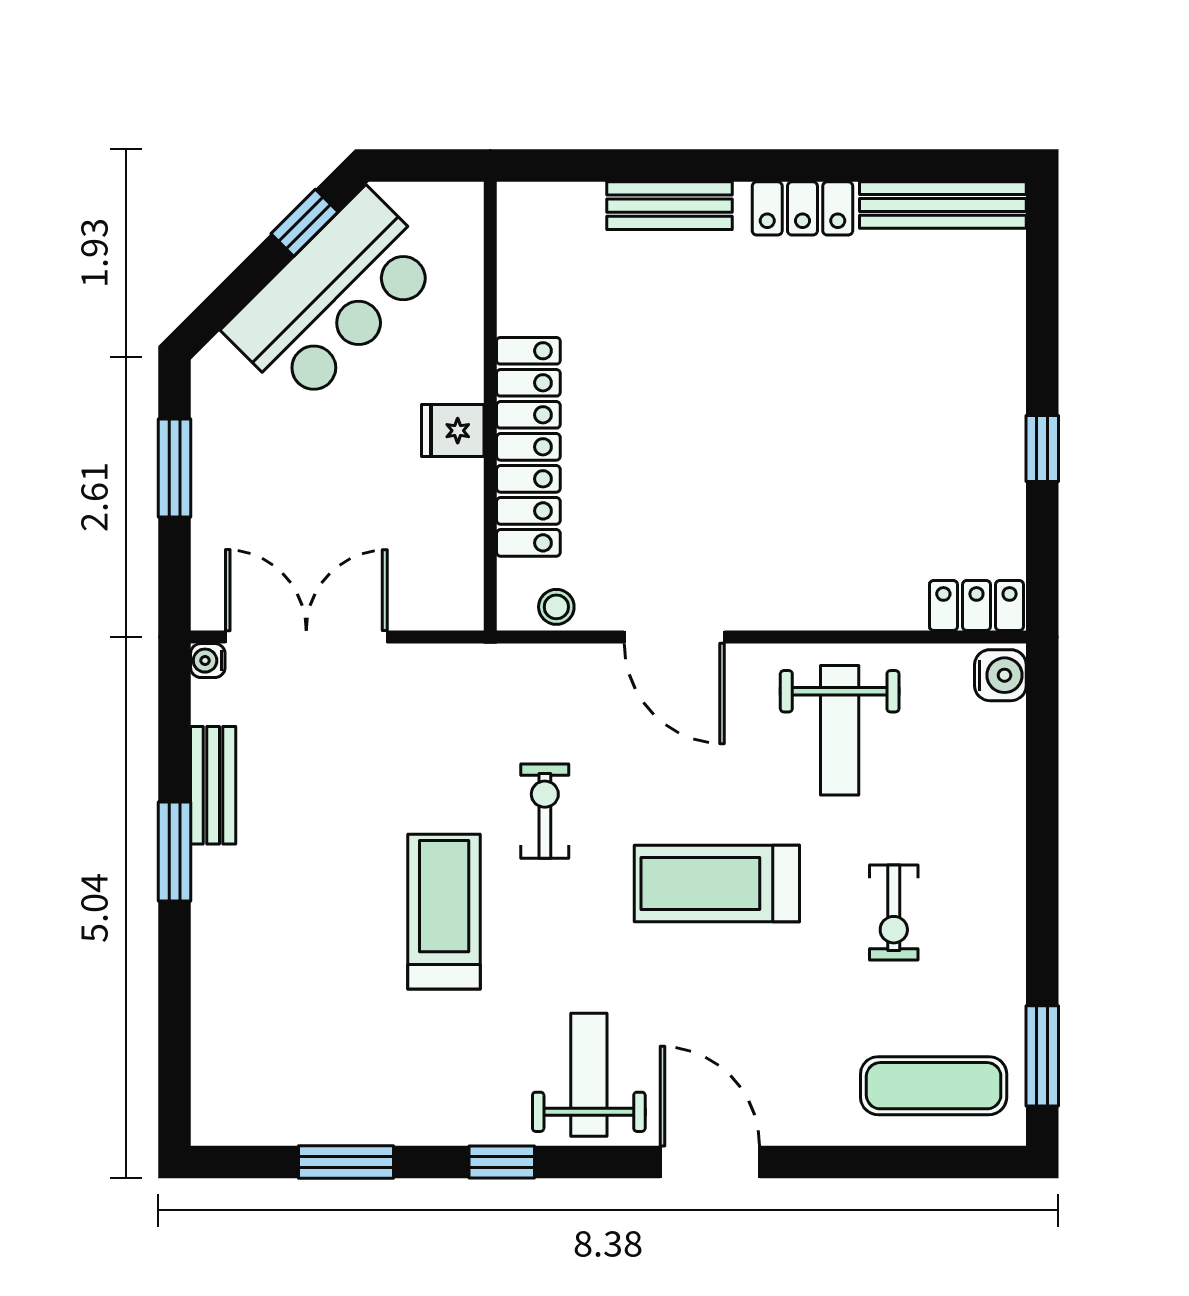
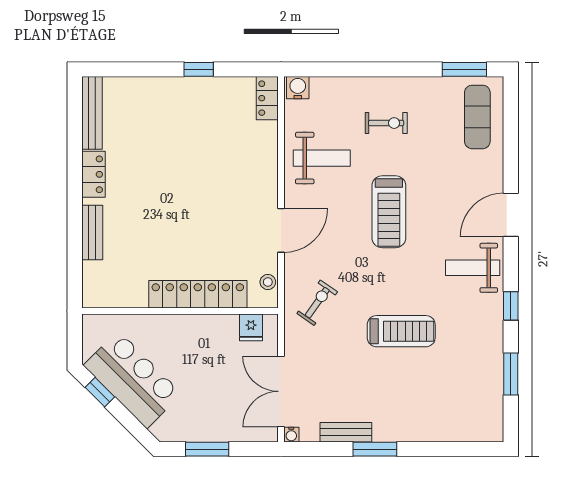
fridge: (453, 431) -> (251, 327), moved
exercise bike: (545, 811) -> (317, 303), moved, turned 125
treadmill: (444, 912) -> (401, 331), turned 180
exercise bike: (894, 913) -> (386, 123), moved

